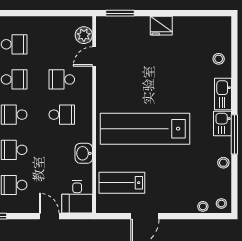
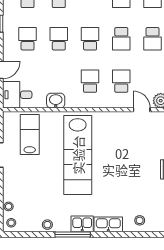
school desk: (62, 115) -> (90, 81), turned 180
lab bench: (145, 129) -> (78, 155), turned 180

